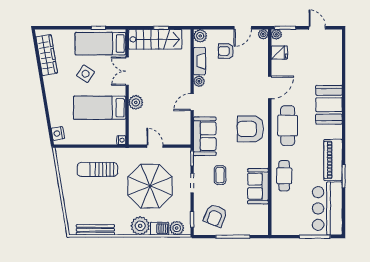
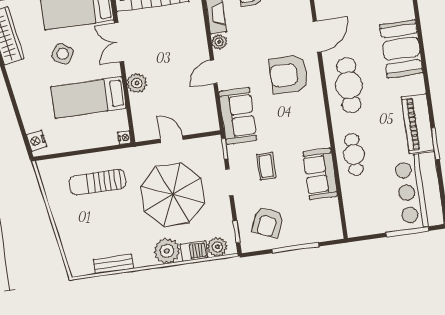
armchair: (250, 129) -> (289, 74), moved
bench: (95, 230) -> (113, 264), width x0.73

